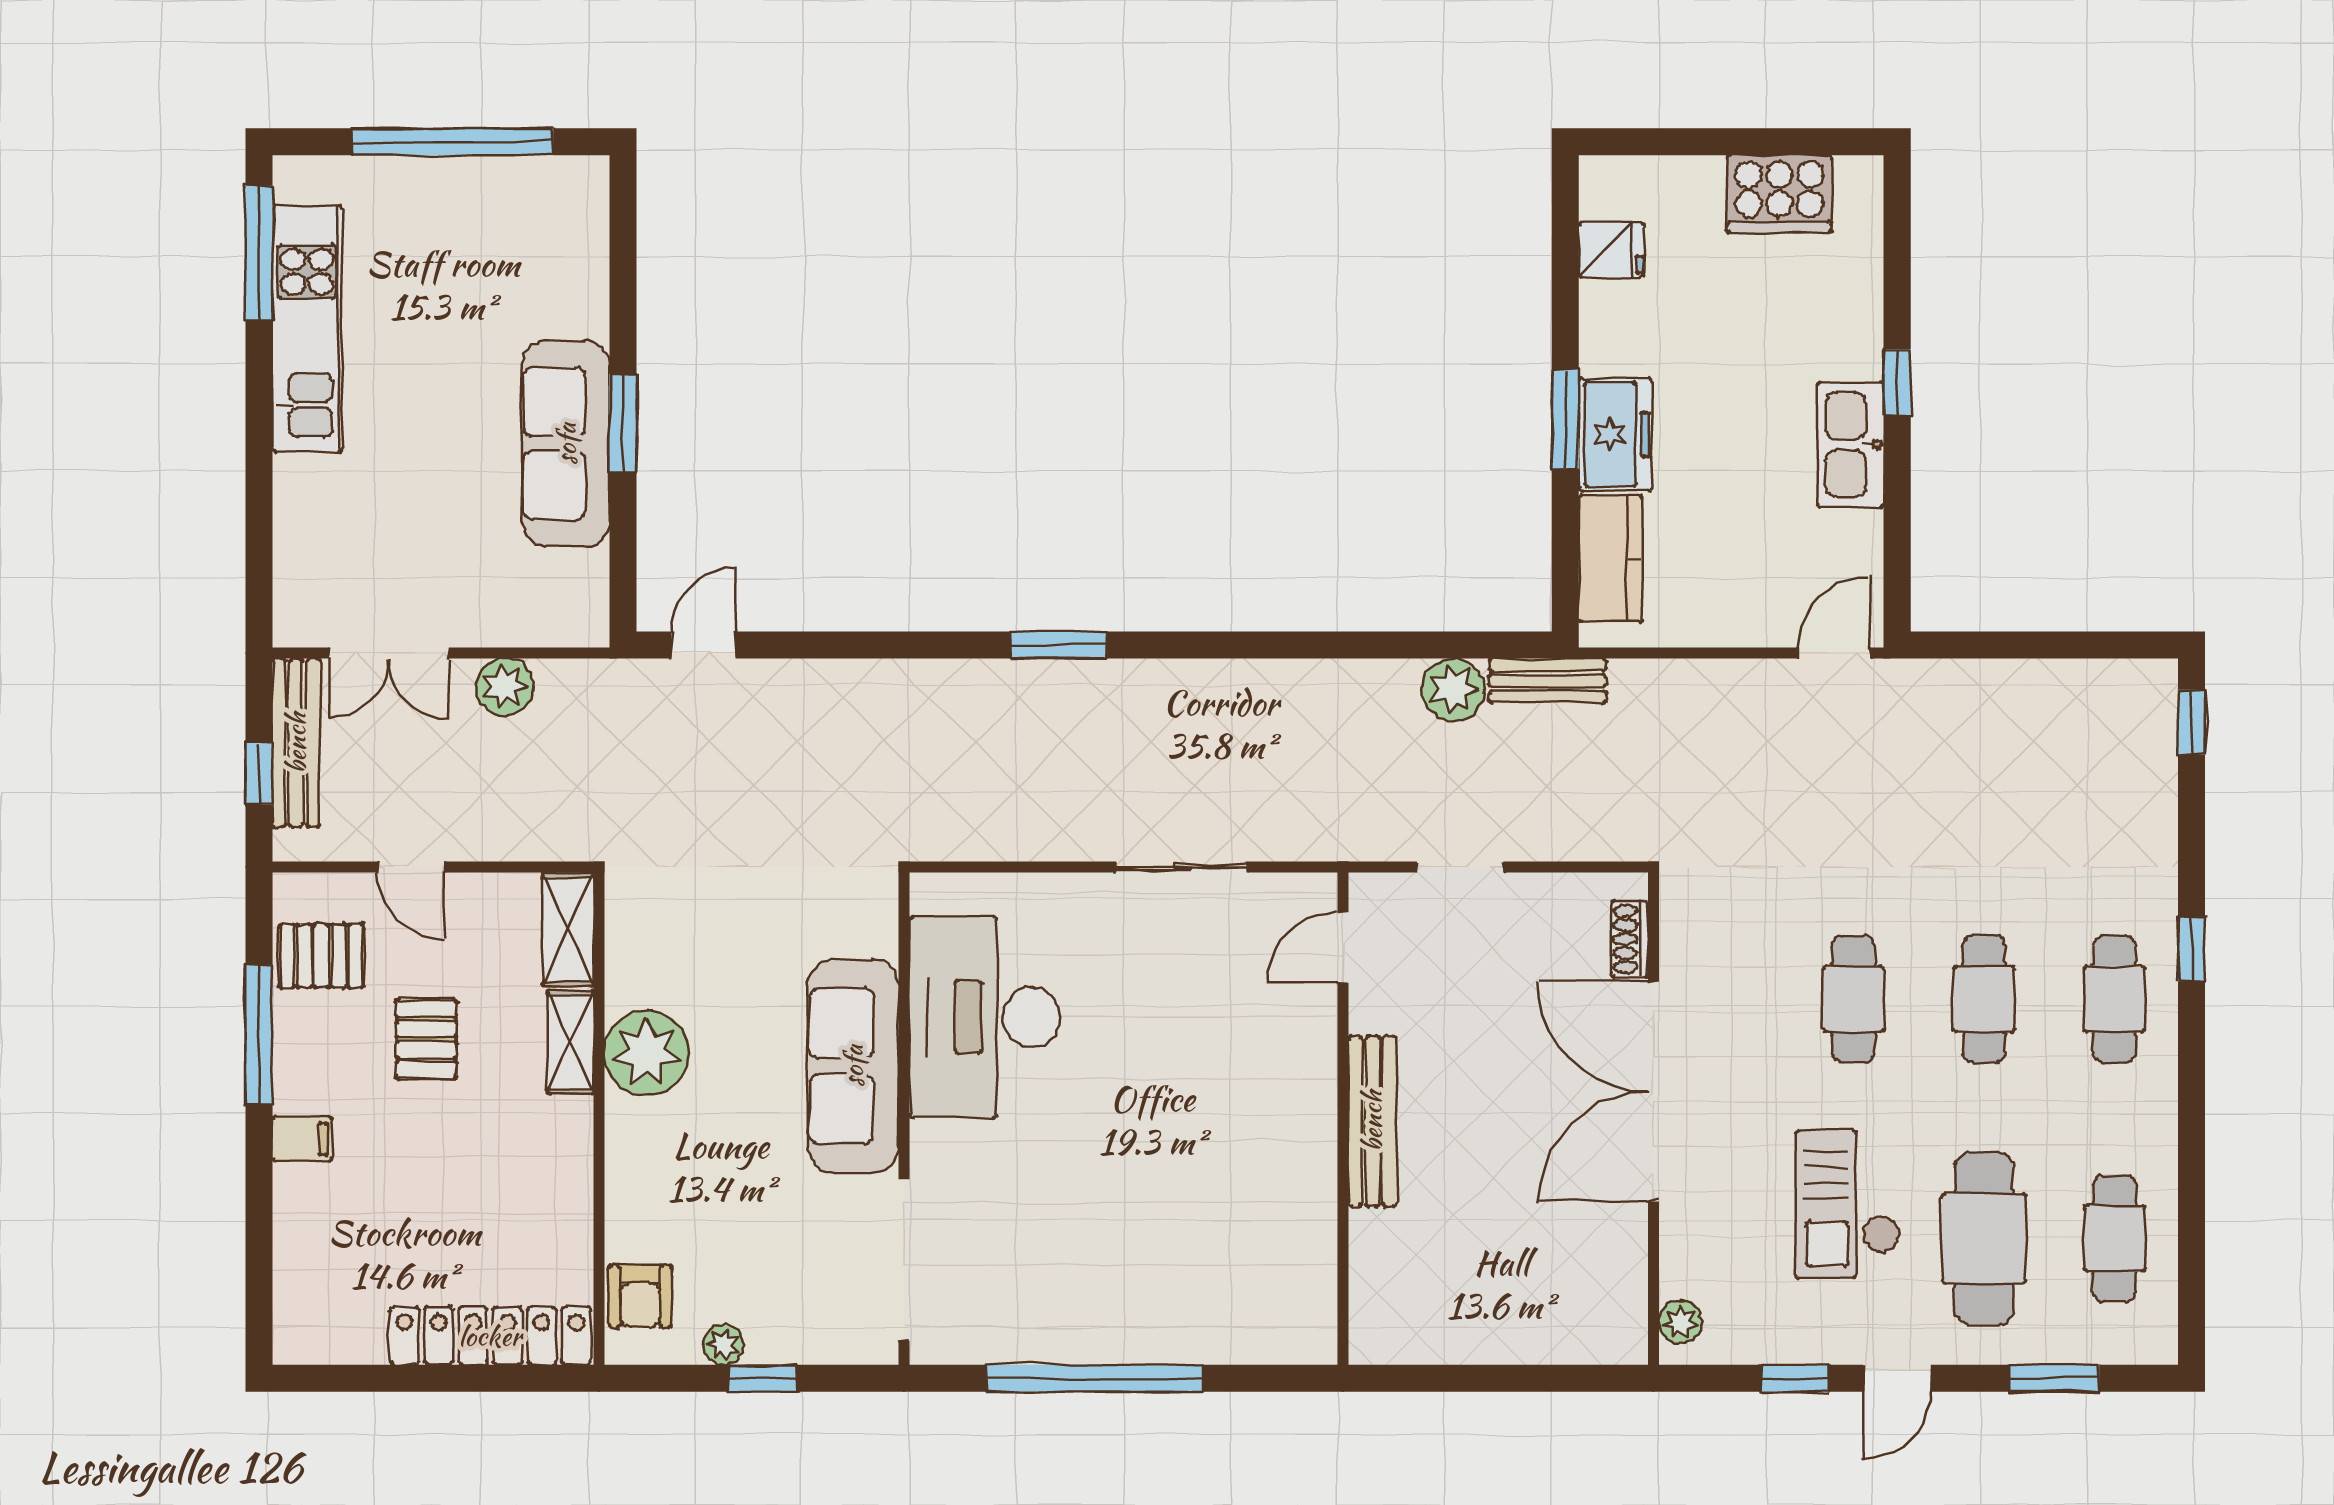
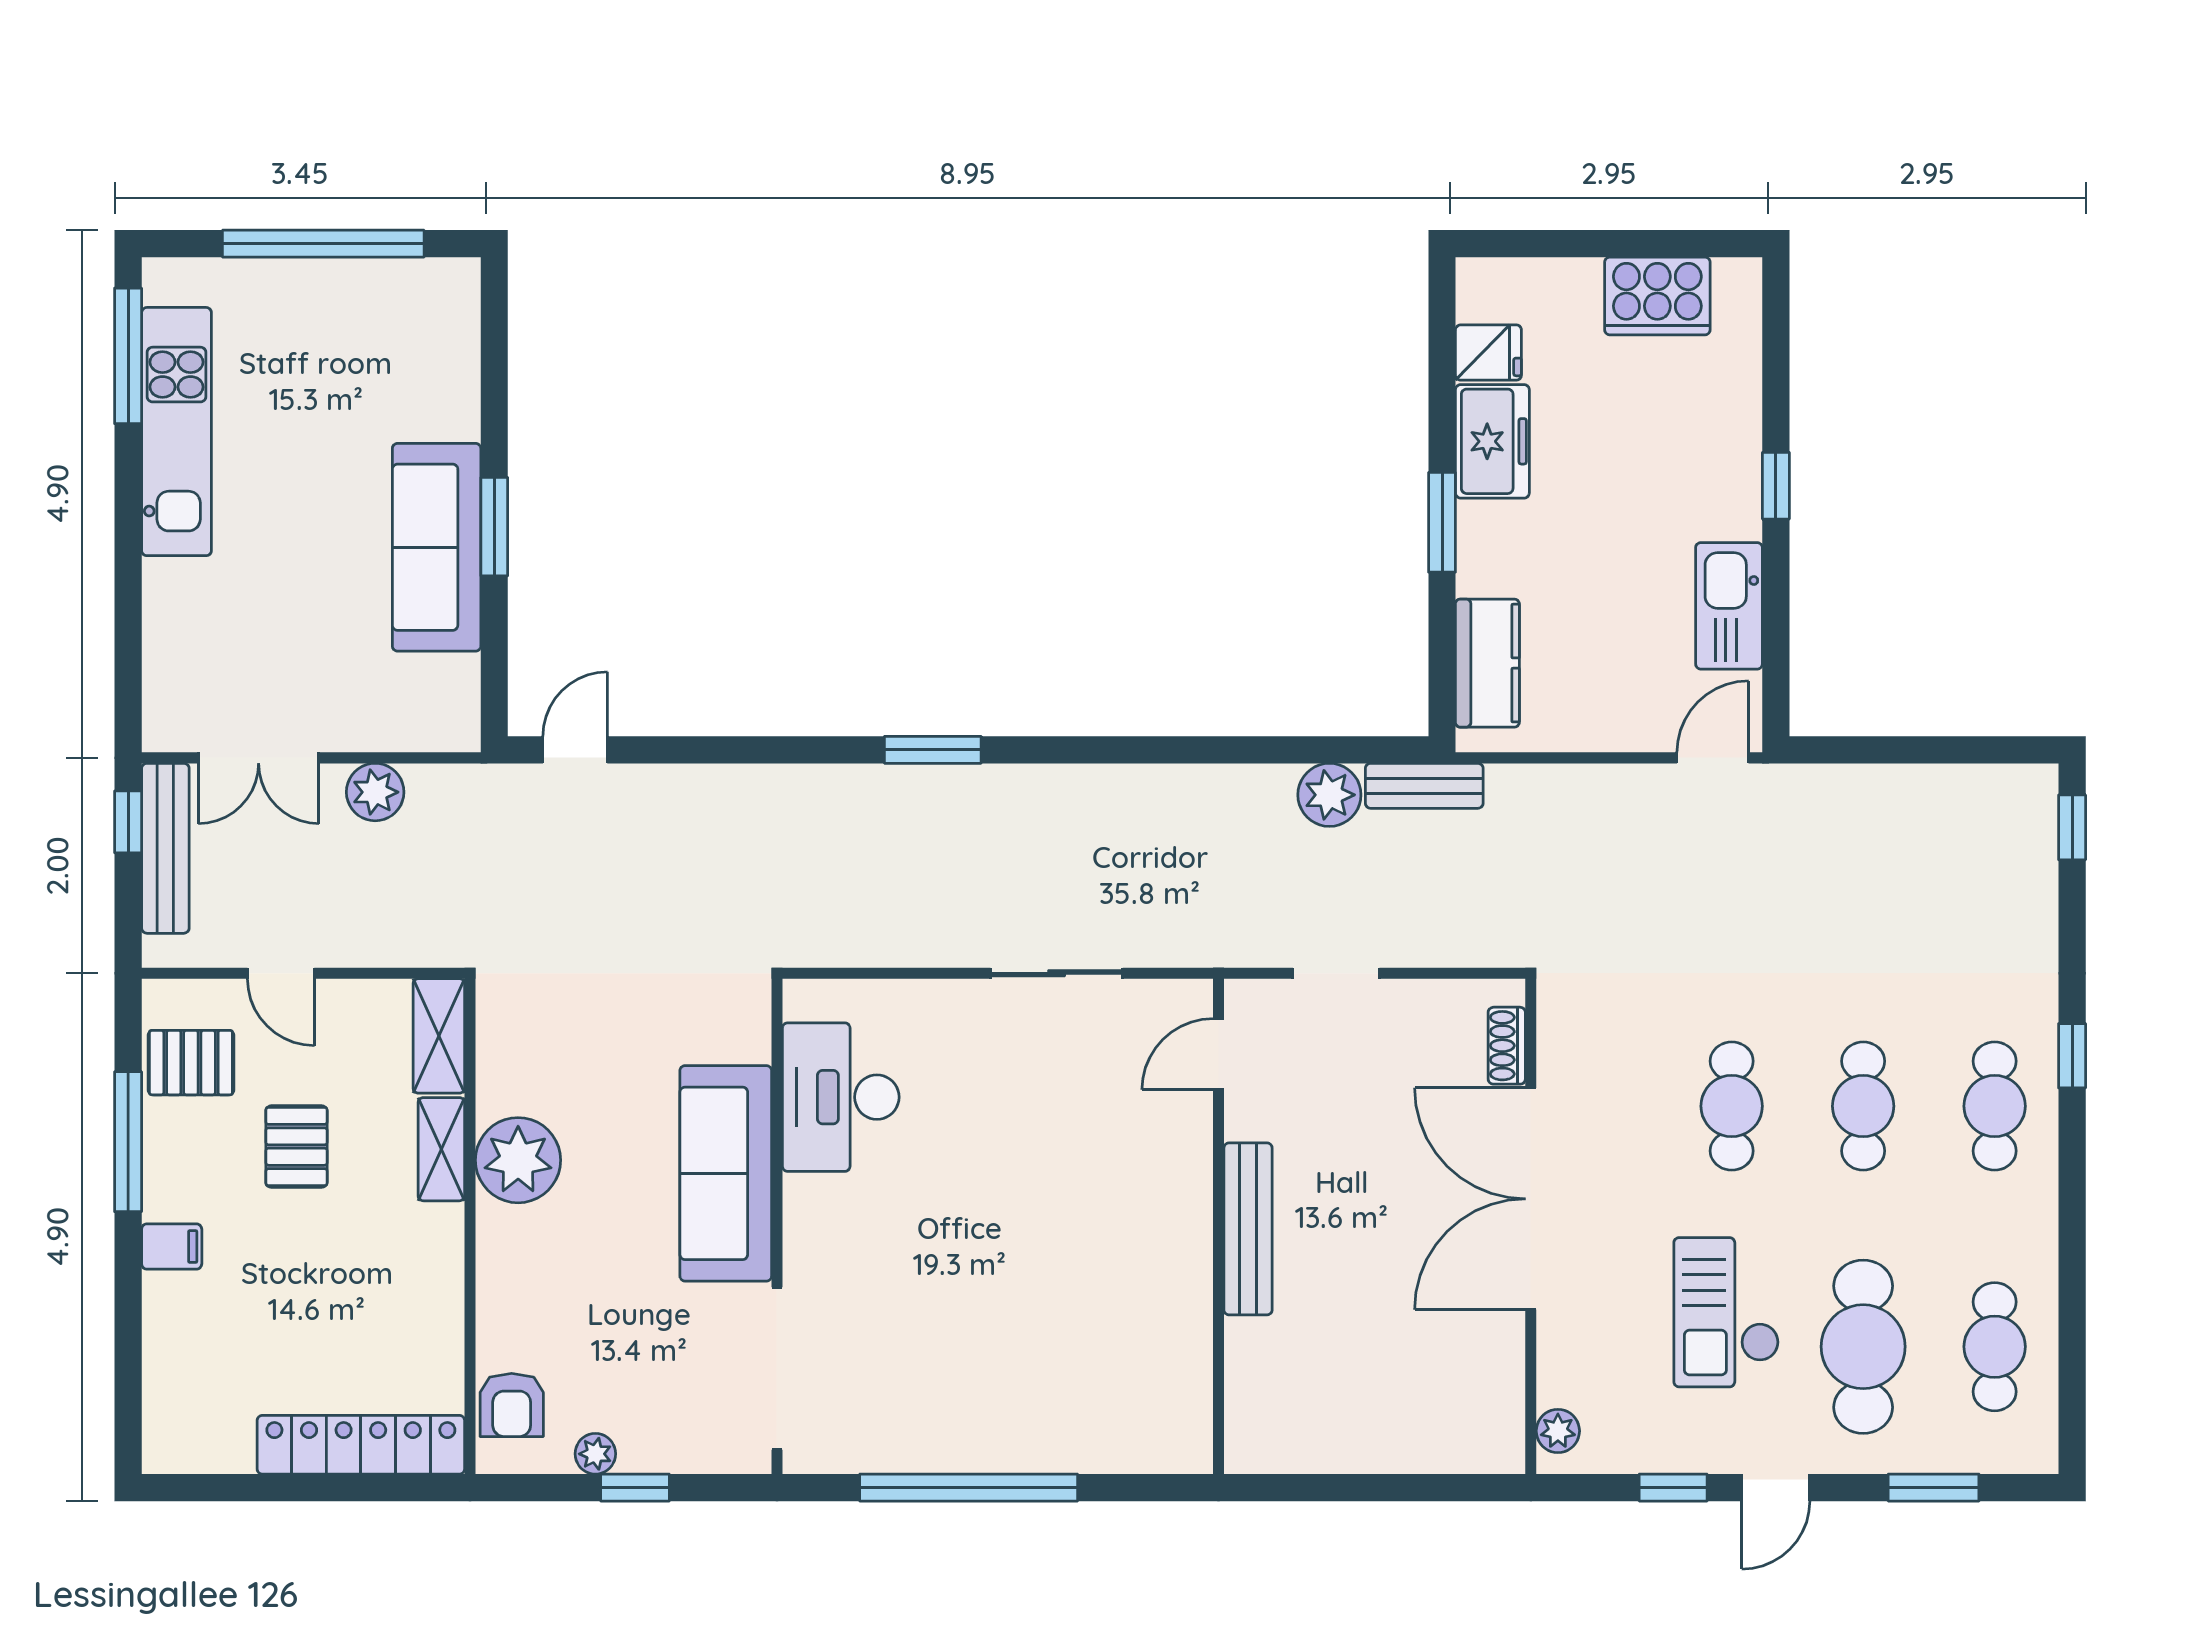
freezer: (1615, 434) -> (1492, 441), moved
kitchen sink: (1851, 445) -> (1729, 606), moved
window: (259, 774) -> (128, 822), moved
desk: (985, 1017) -> (841, 1097), width x0.73, depth x0.77

